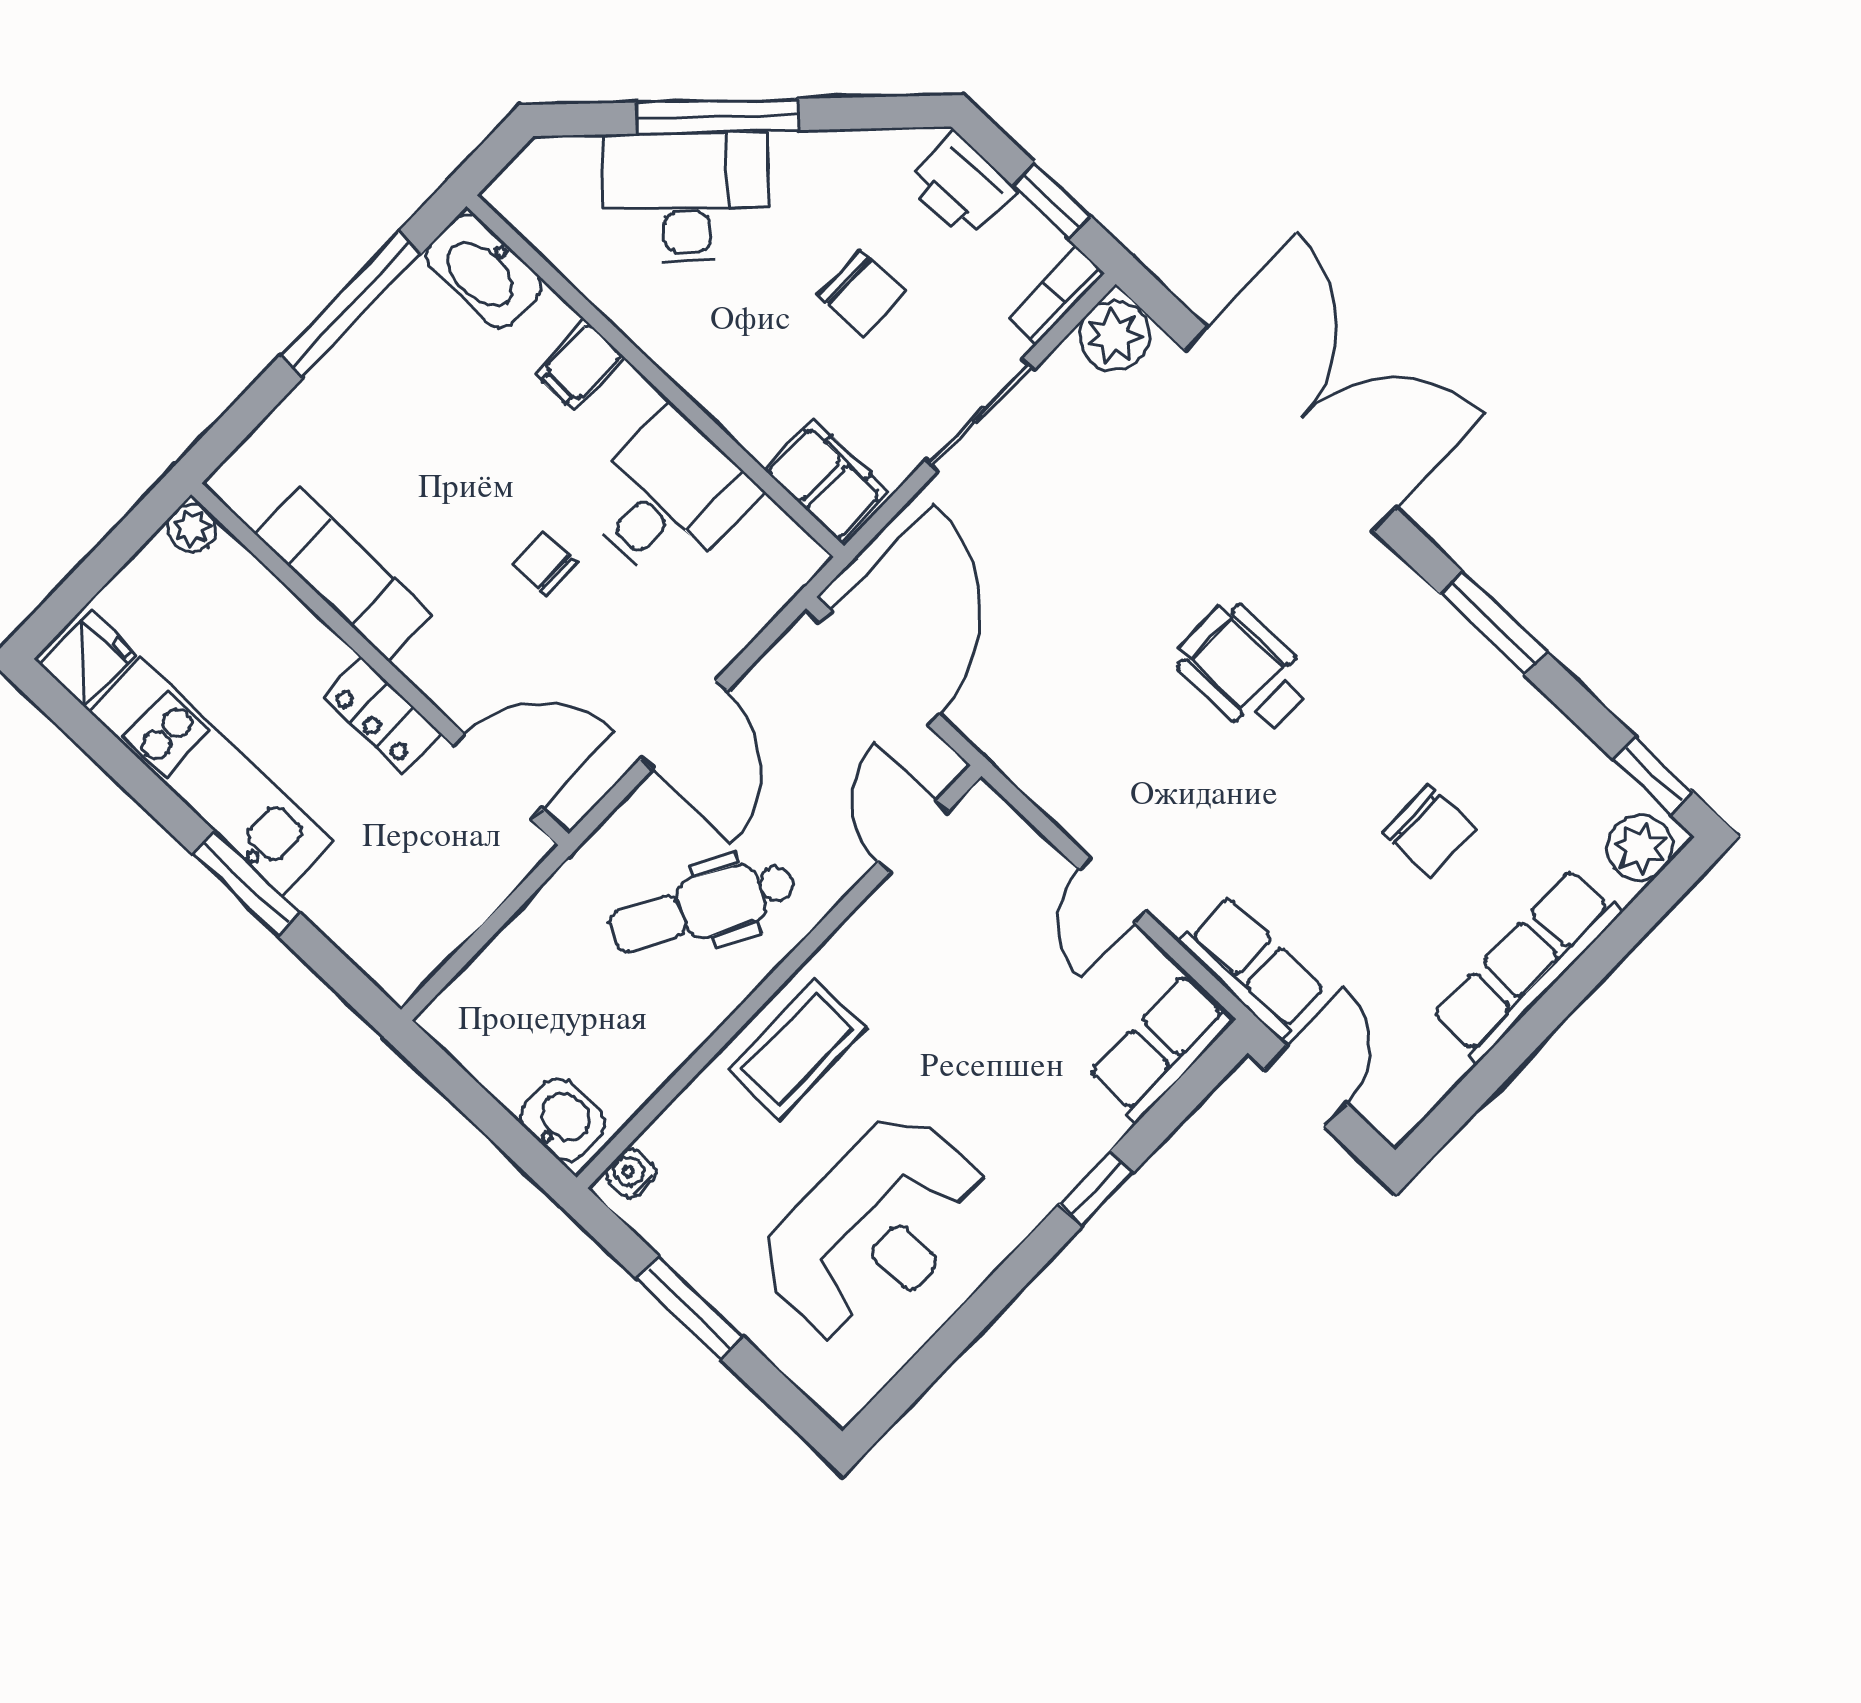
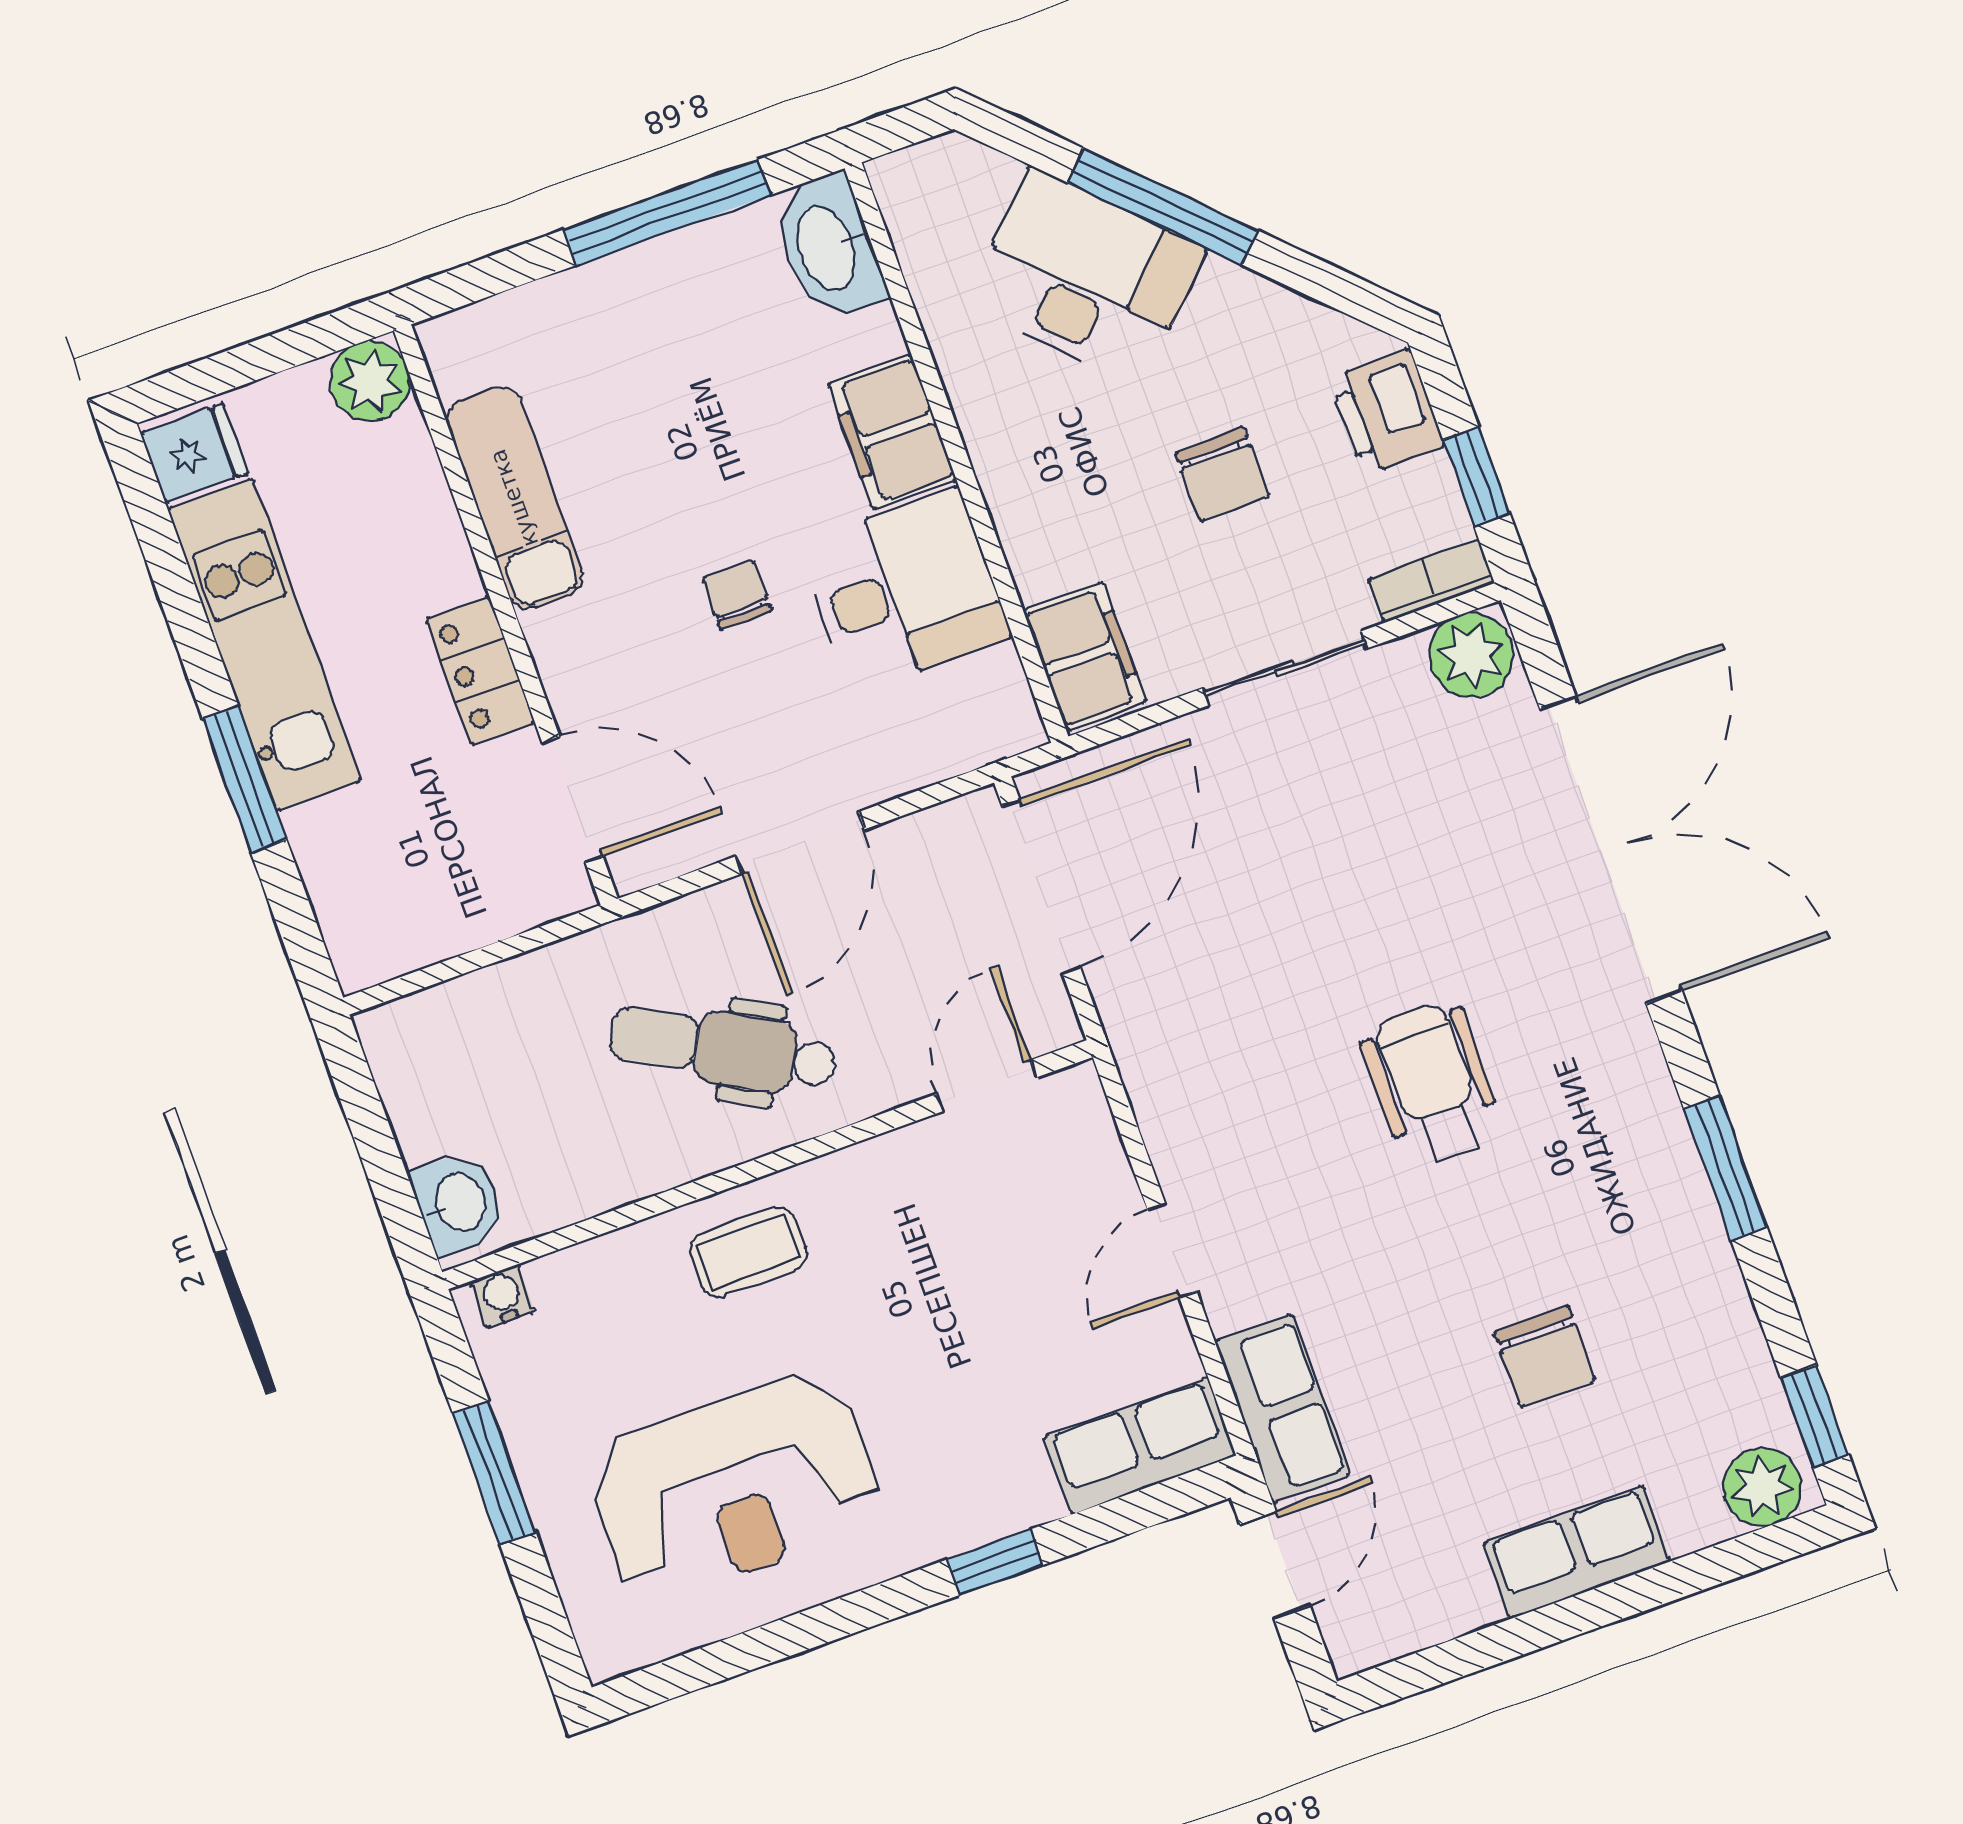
filing cabinet: (580, 365) -> (892, 432), width x2.00
plant: (192, 528) -> (370, 381), width x1.38, depth x1.38
row of seats: (1526, 965) -> (1577, 1552), width x0.68
coffee table: (797, 1049) -> (748, 1252), width x0.73, depth x0.77

